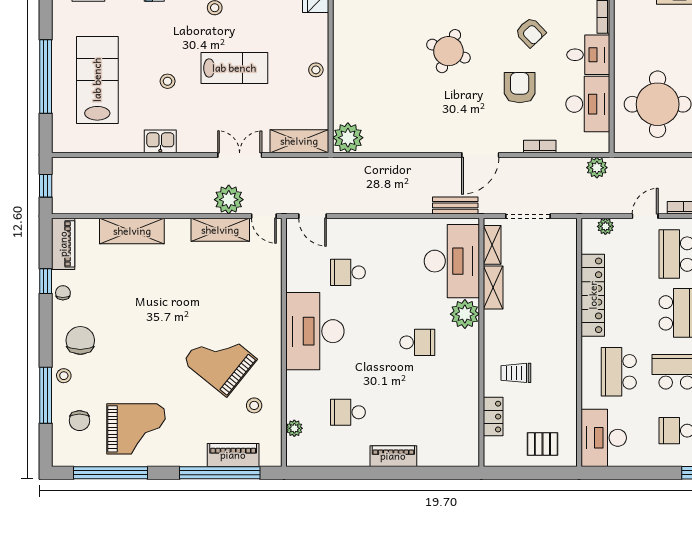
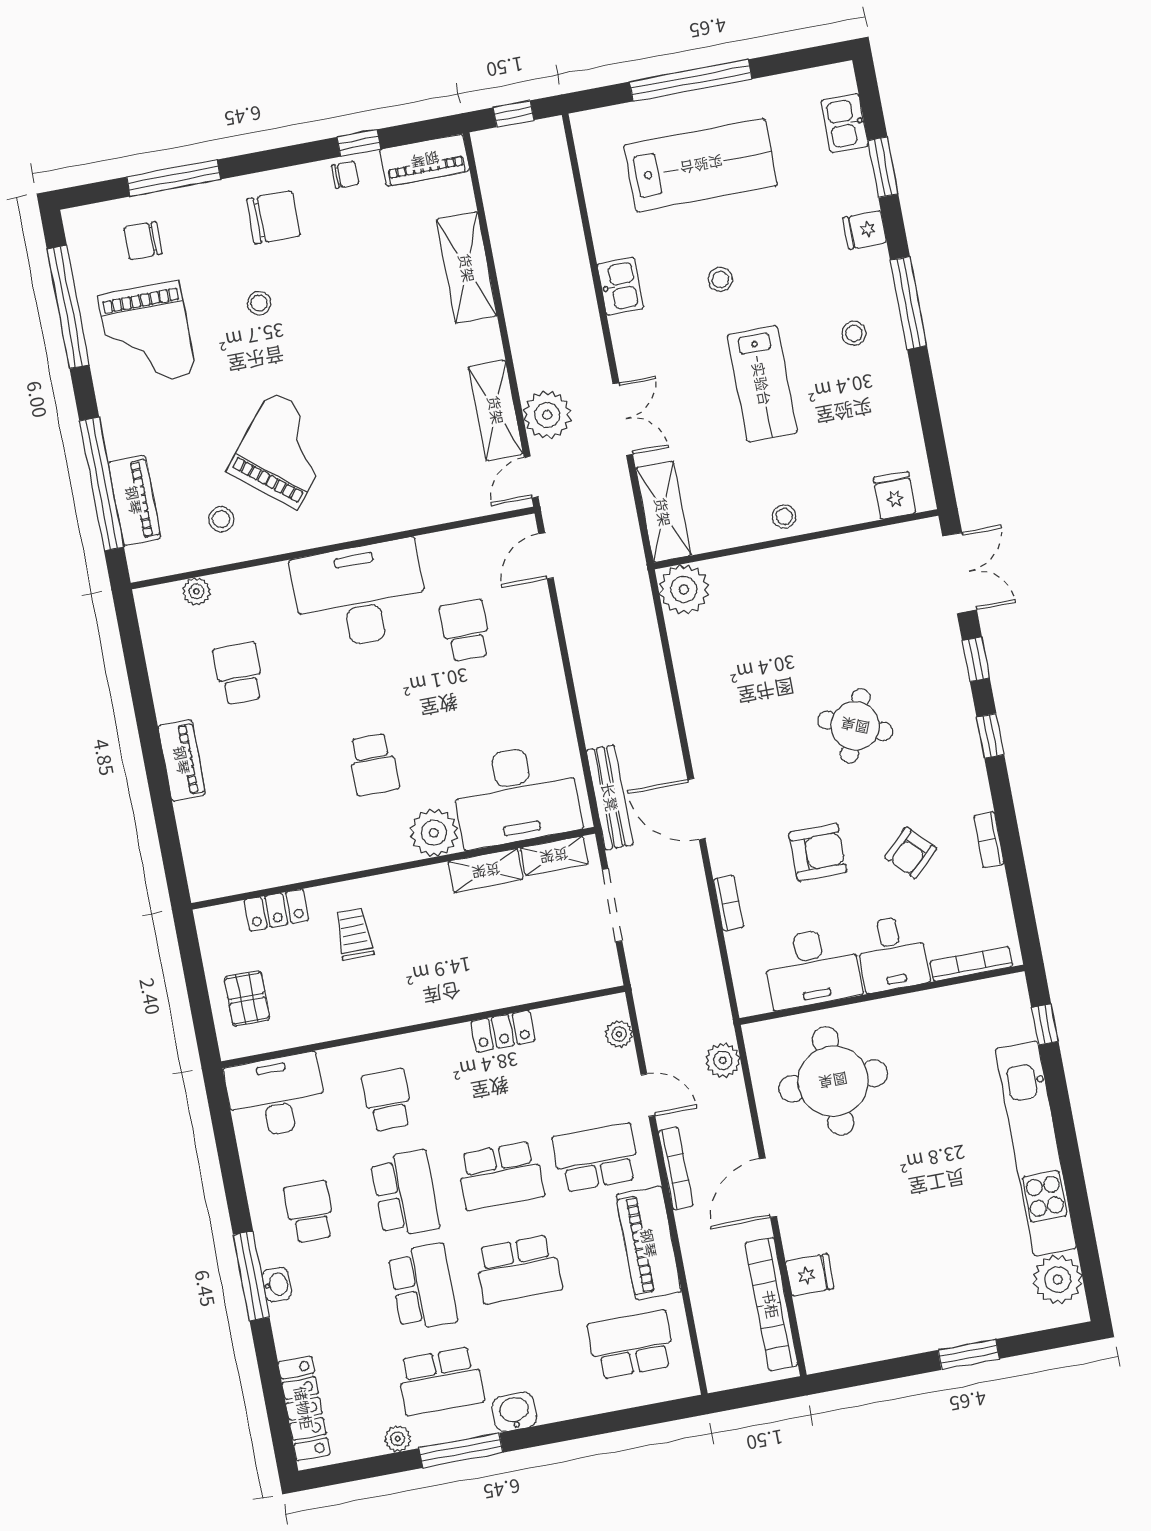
plant: (597, 168) -> (723, 1060), moved
bench: (455, 205) -> (610, 797), width x1.36
locker: (593, 295) -> (503, 1031), width x0.46, depth x0.83
school desk: (619, 372) -> (387, 1100), width x0.54
stool: (64, 376) -> (259, 303), moved

